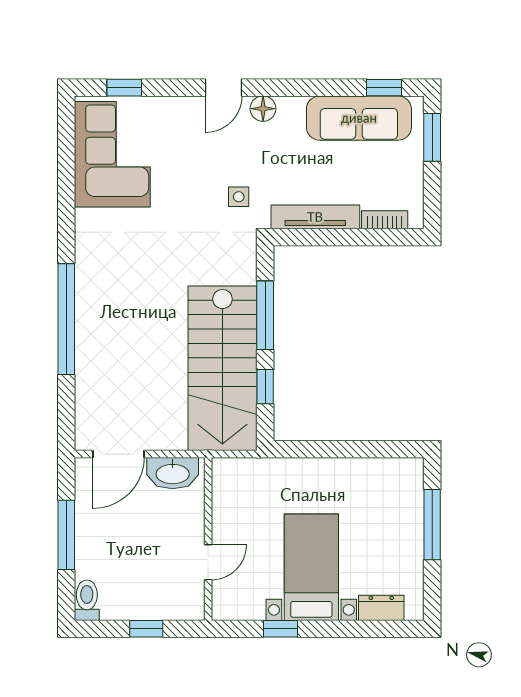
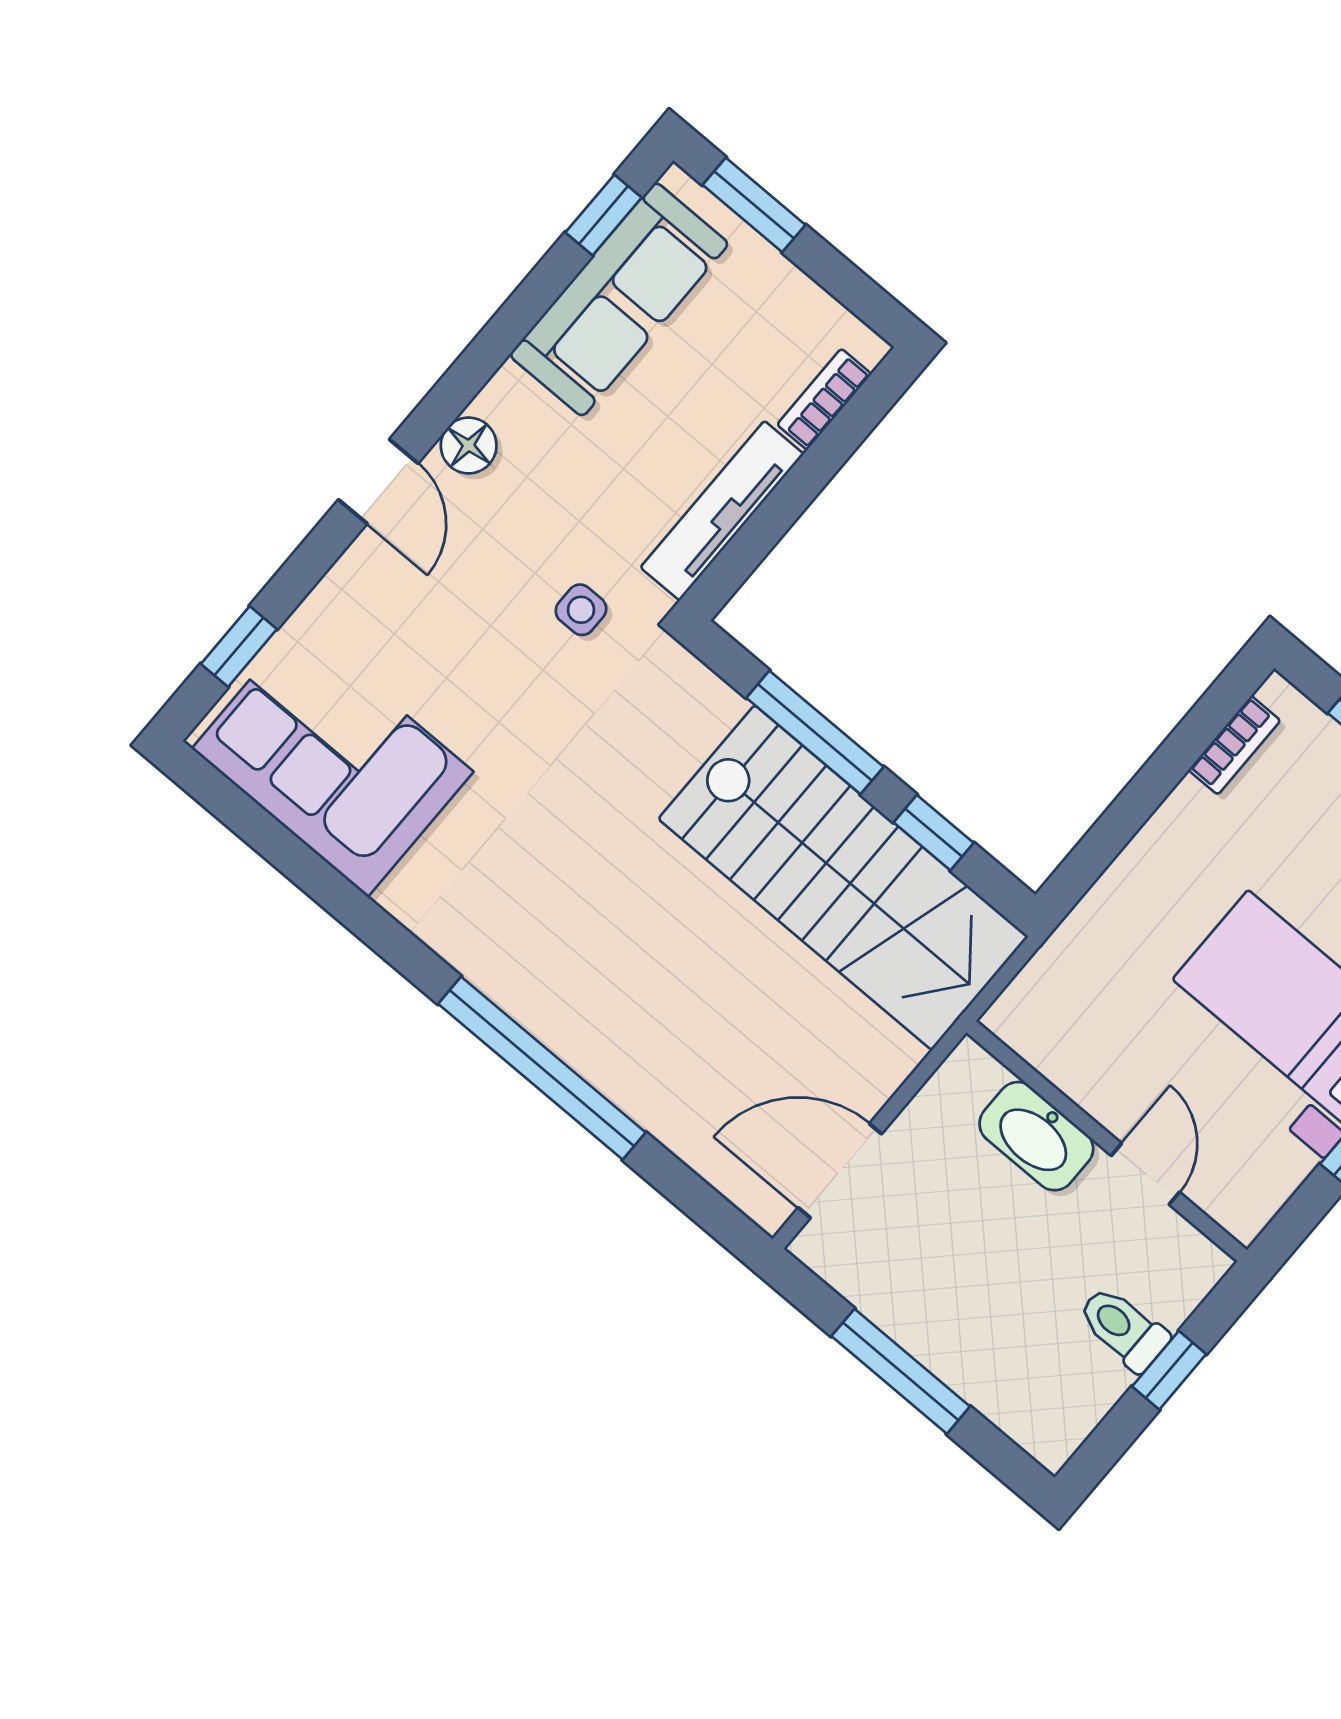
door: (119, 454) -> (840, 1171), swing flipped
bookcase: (385, 466) -> (1234, 745), added
washbasin: (173, 473) -> (1036, 1136), moved, turned 90
toilet: (87, 600) -> (1123, 1328), moved

